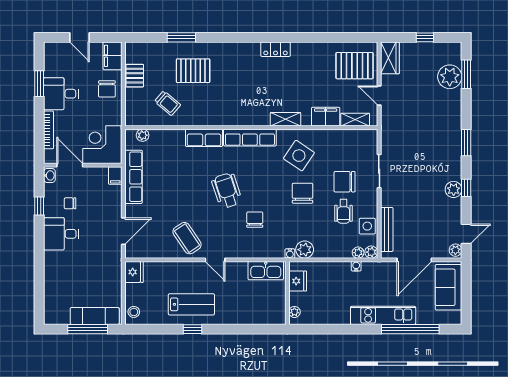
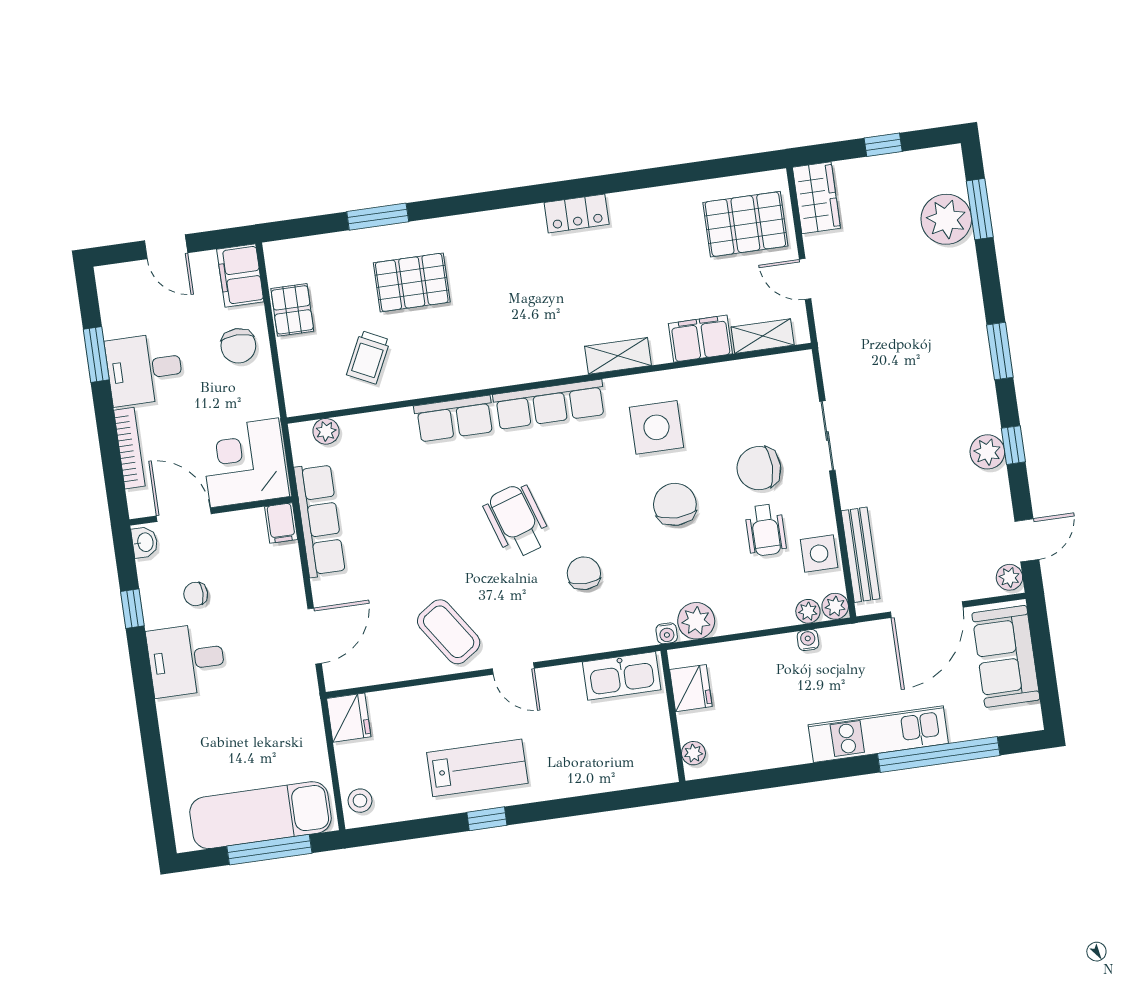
trolley: (168, 103) -> (368, 357), turned 76
side table: (299, 156) -> (656, 427), turned -34
exam couch: (95, 316) -> (260, 815), width x1.36, depth x1.45

